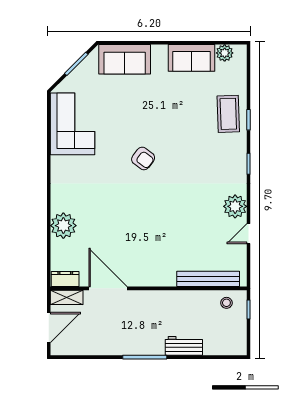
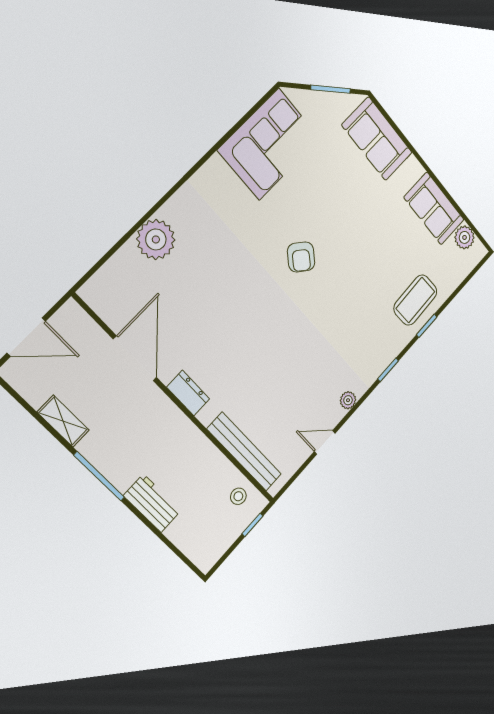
plant: (235, 206) -> (348, 400), width x0.53, depth x0.53
dresser: (65, 279) -> (188, 393), moved
shelving: (67, 297) -> (63, 421), moved

